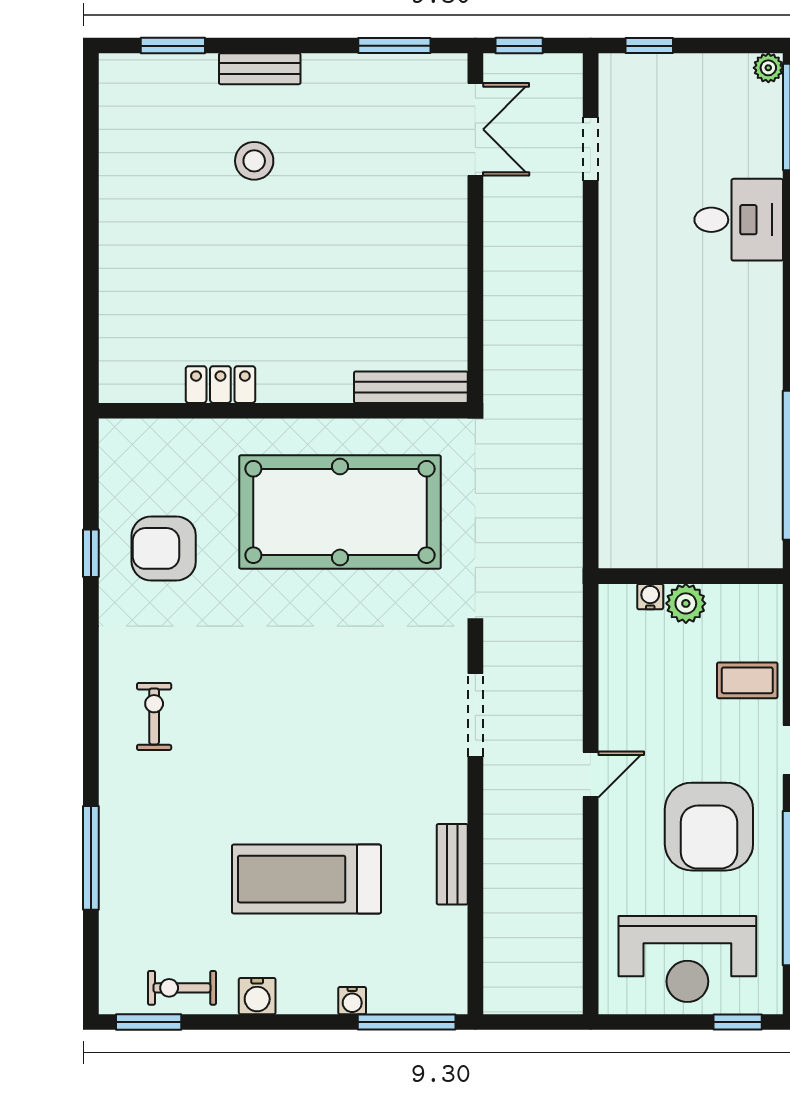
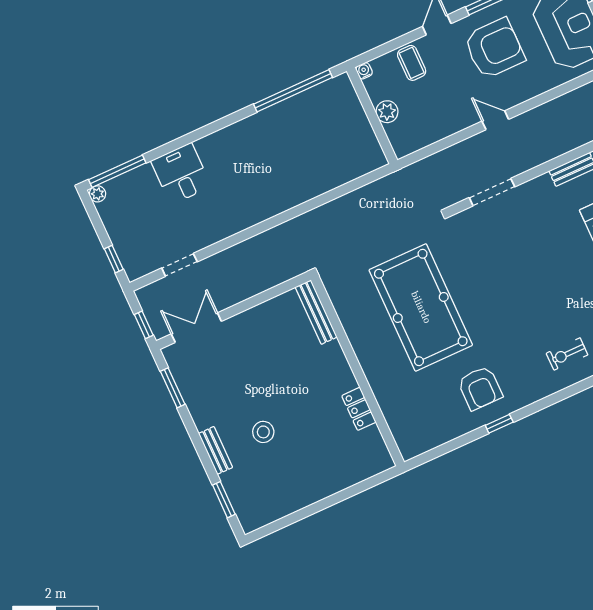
locker: (220, 385) -> (359, 409), moved
bench: (411, 387) -> (316, 312), moved
wall: (283, 411) -> (358, 371), moved
water cooler: (650, 597) -> (364, 71), moved, turned 90

